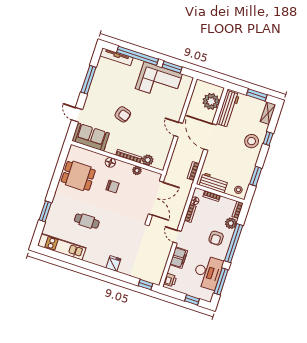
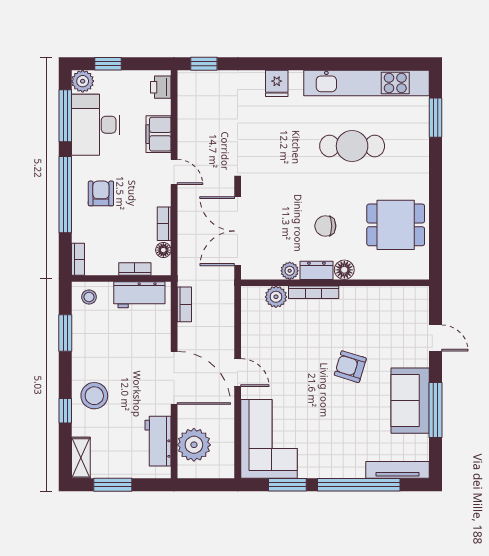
corner sofa: (159, 81) -> (269, 439), moved, turned 90
workbench: (228, 109) -> (158, 441), width x0.73
sofa: (91, 137) -> (410, 401), moved, turned 90
dresser: (124, 166) -> (316, 270), added
window: (45, 211) -> (435, 118), moved
cafe table: (87, 221) -> (352, 146), width x1.37, depth x1.35
plant: (231, 223) -> (83, 81), moved
kitchen unit: (62, 247) -> (366, 83), width x1.36

